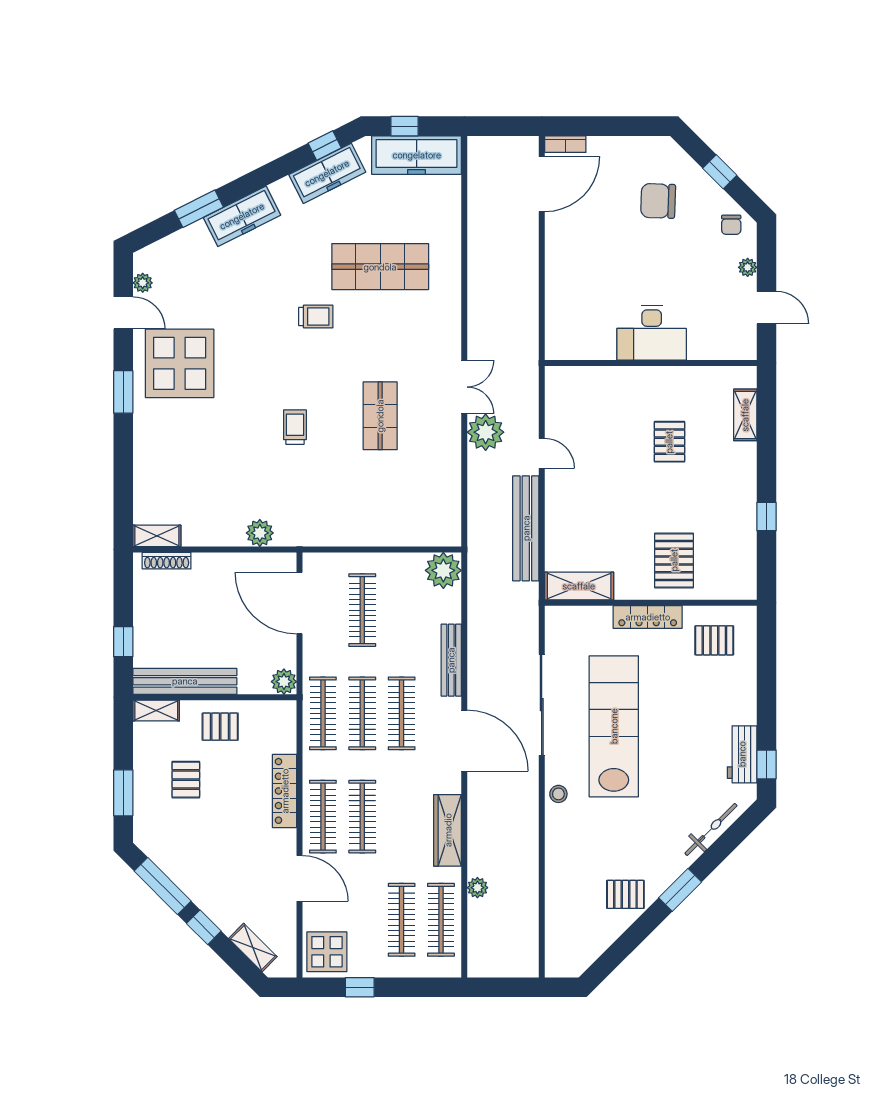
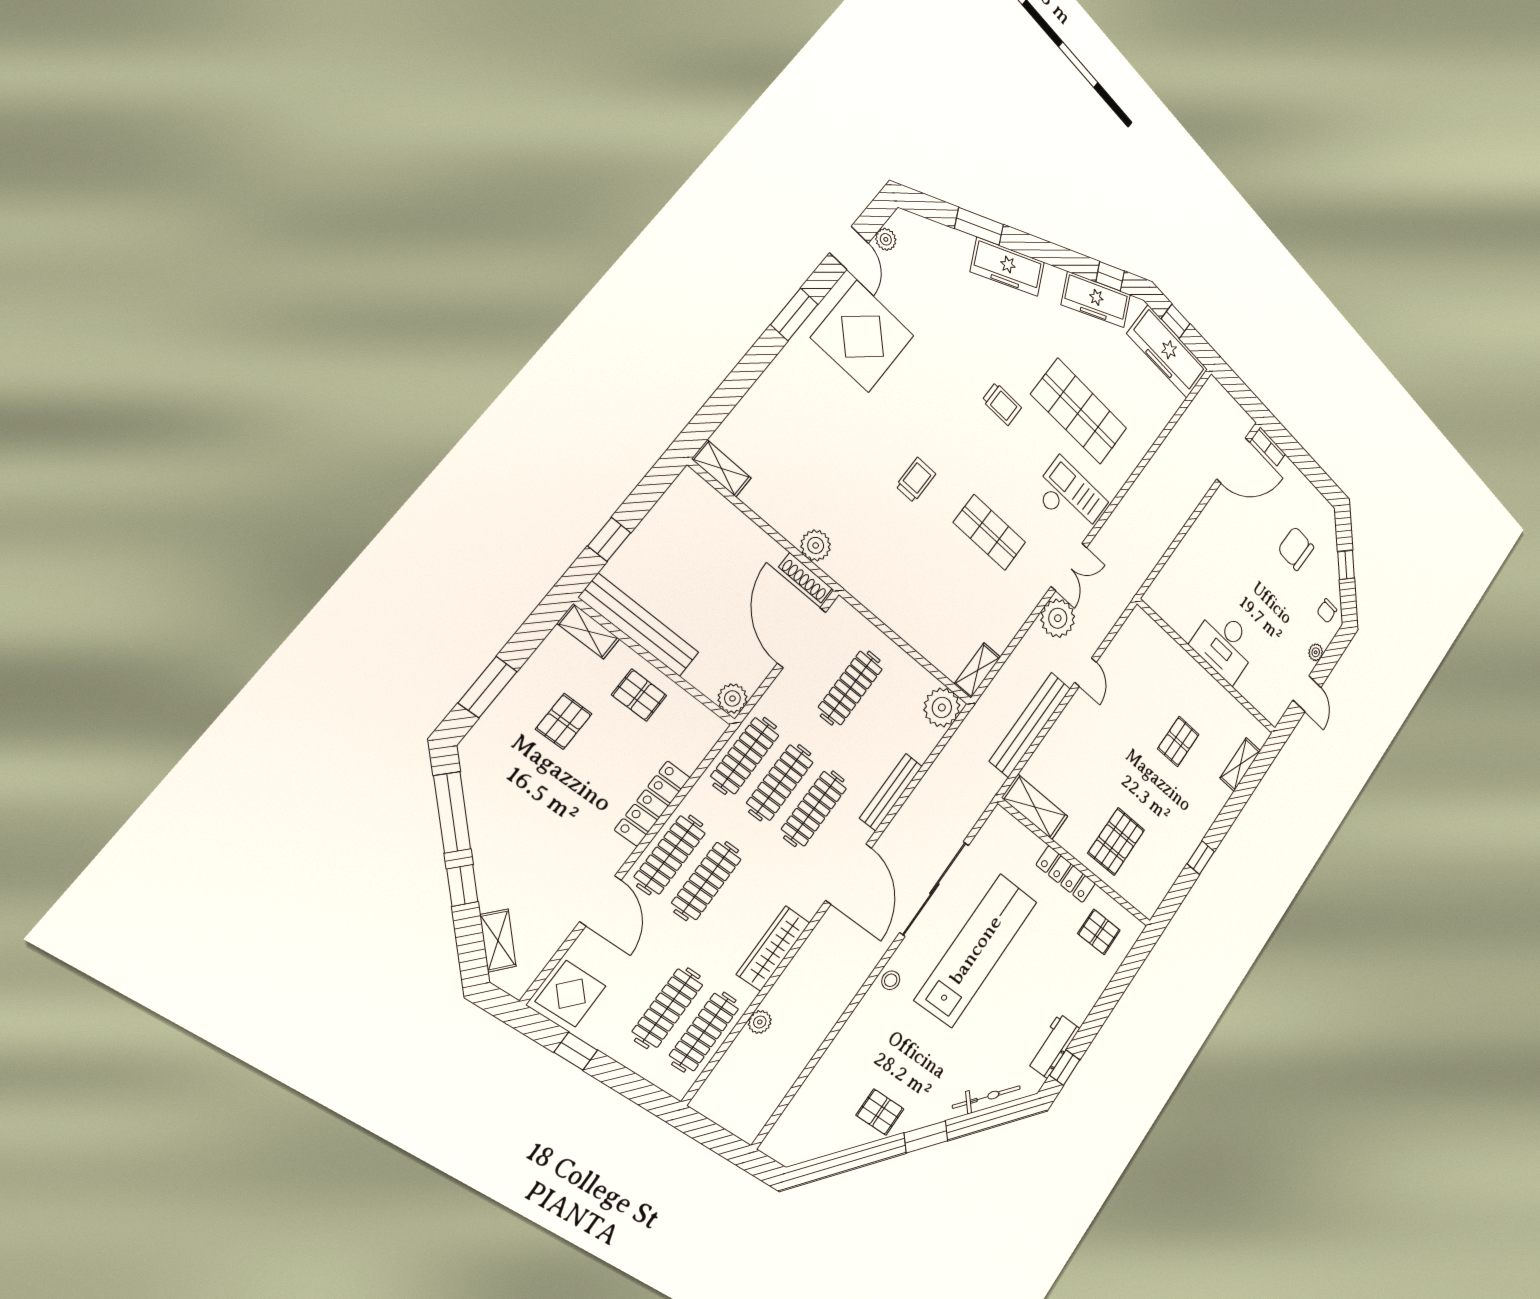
checkout: (424, 336) -> (1070, 498), added
shop shelf: (380, 416) -> (990, 532), turned 90
shelving: (450, 522) -> (977, 671), added
shoe rack: (167, 561) -> (806, 578), moved

